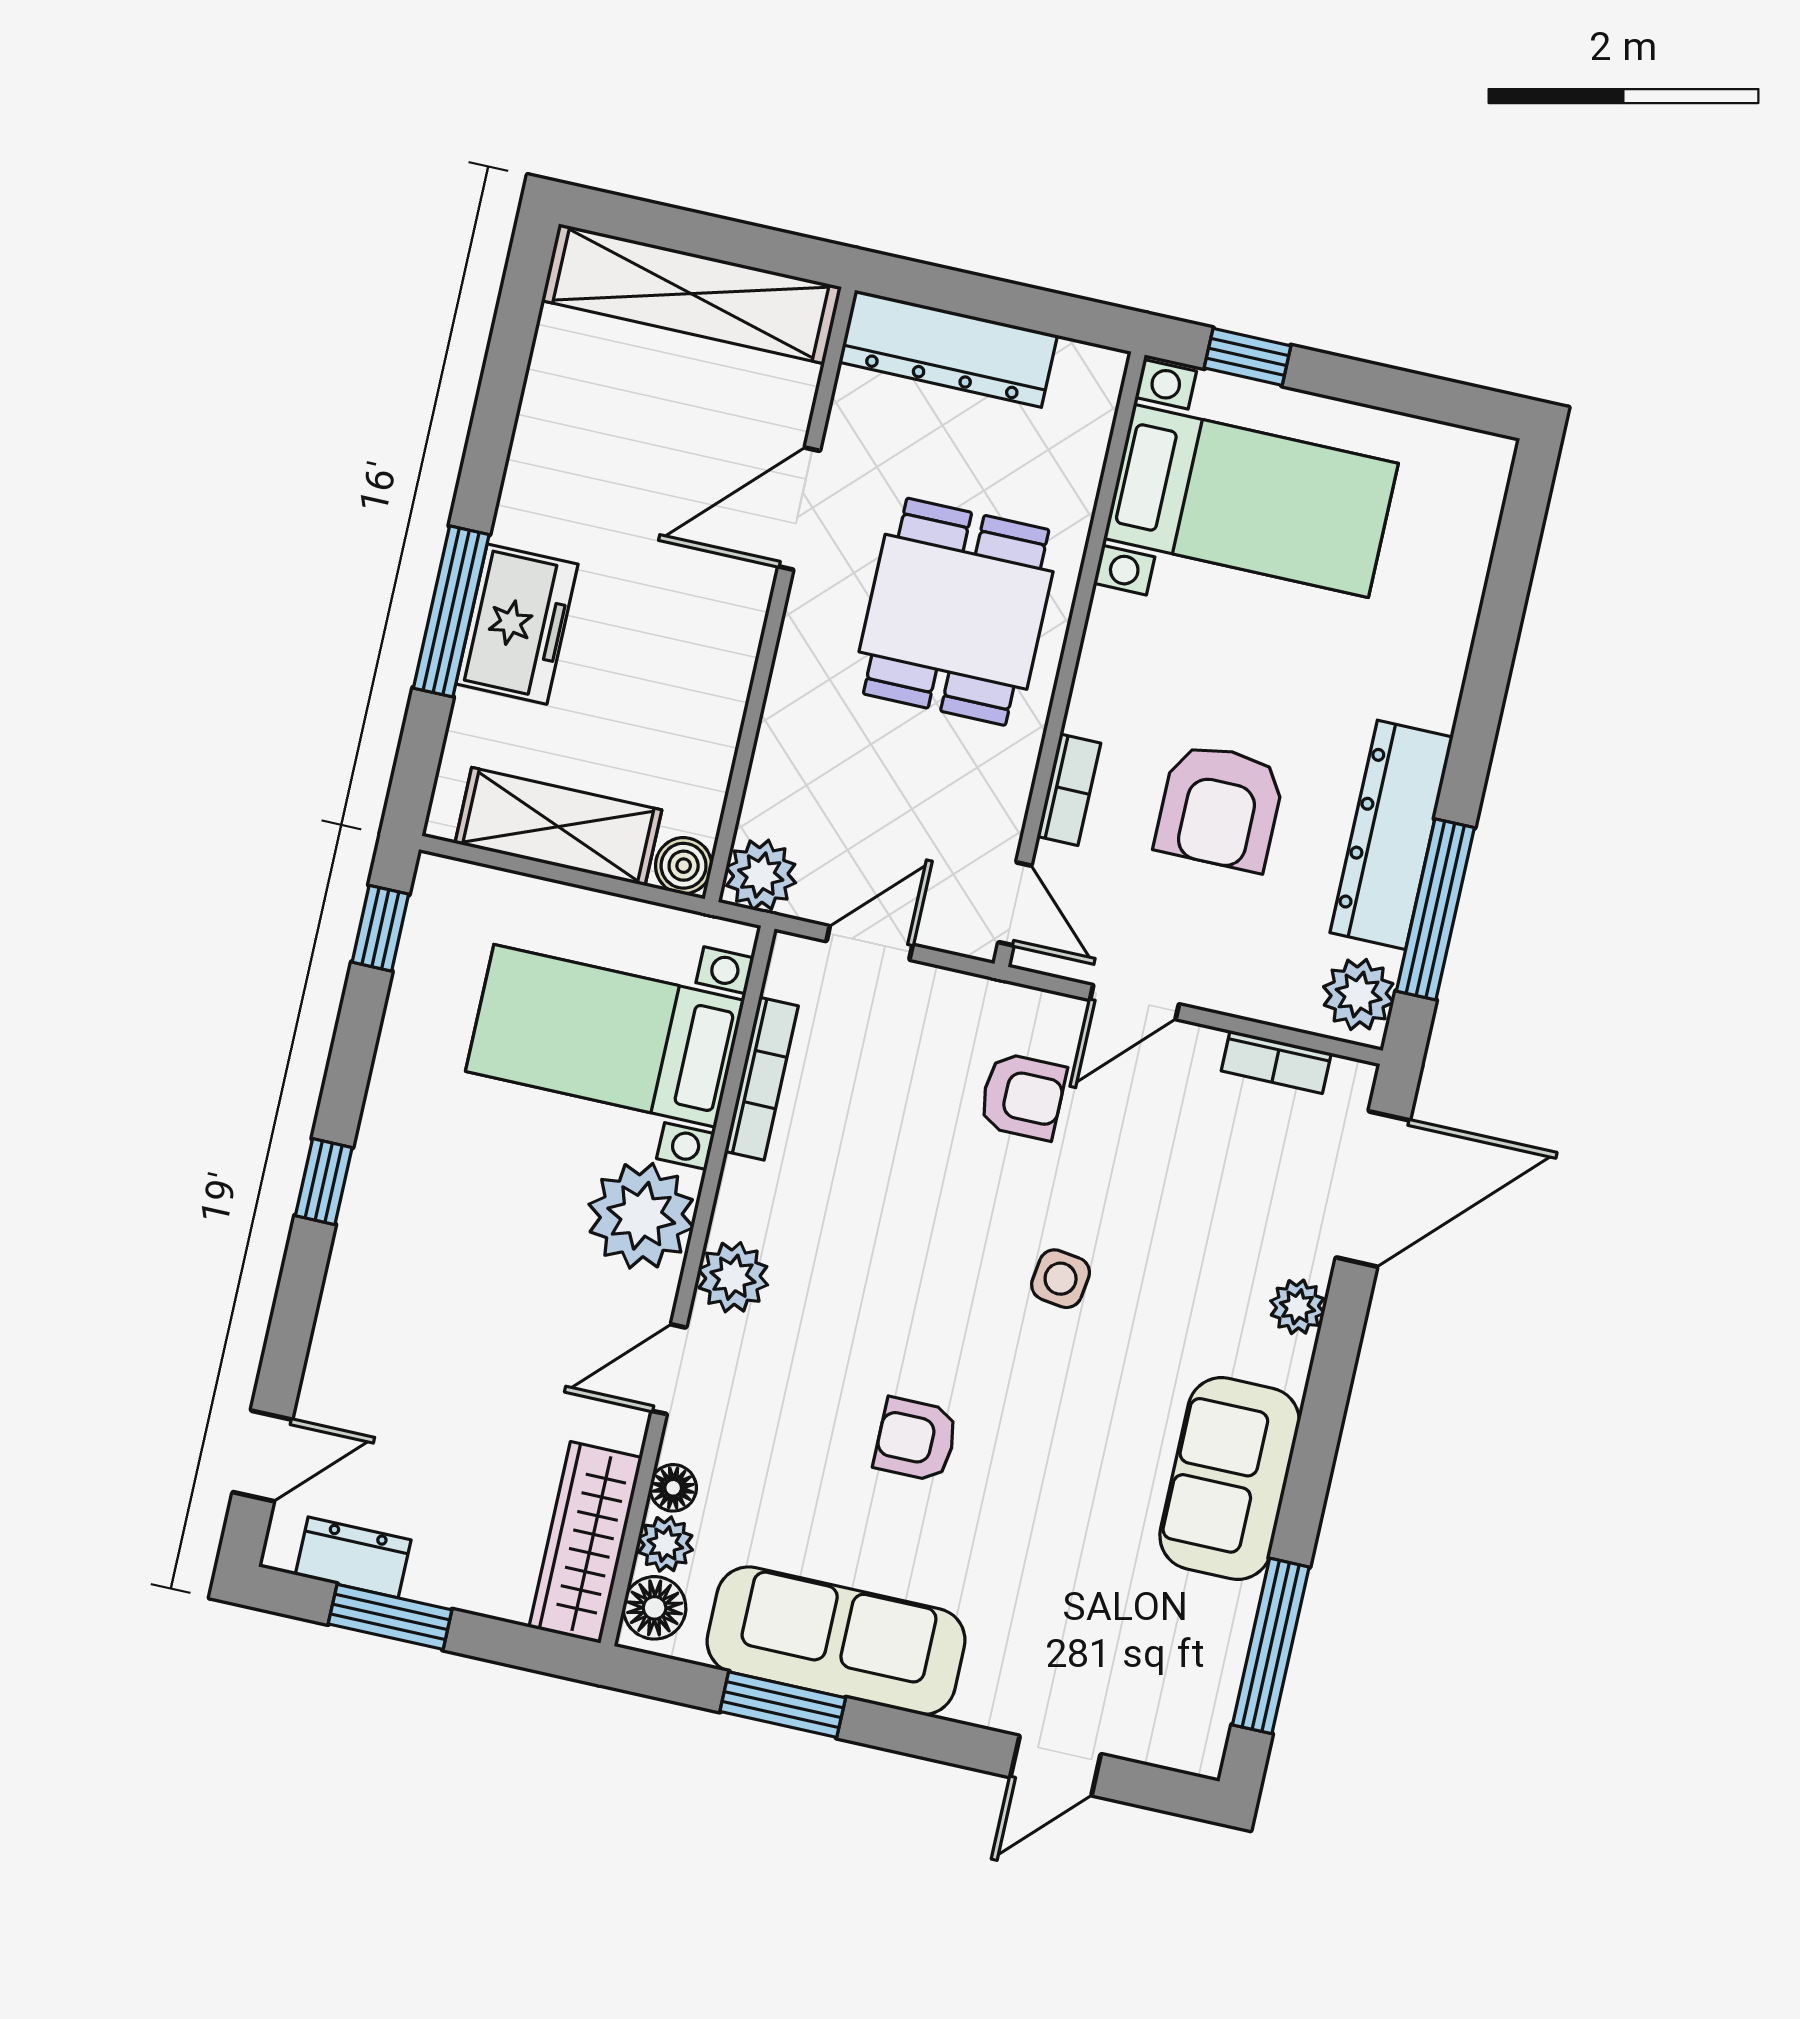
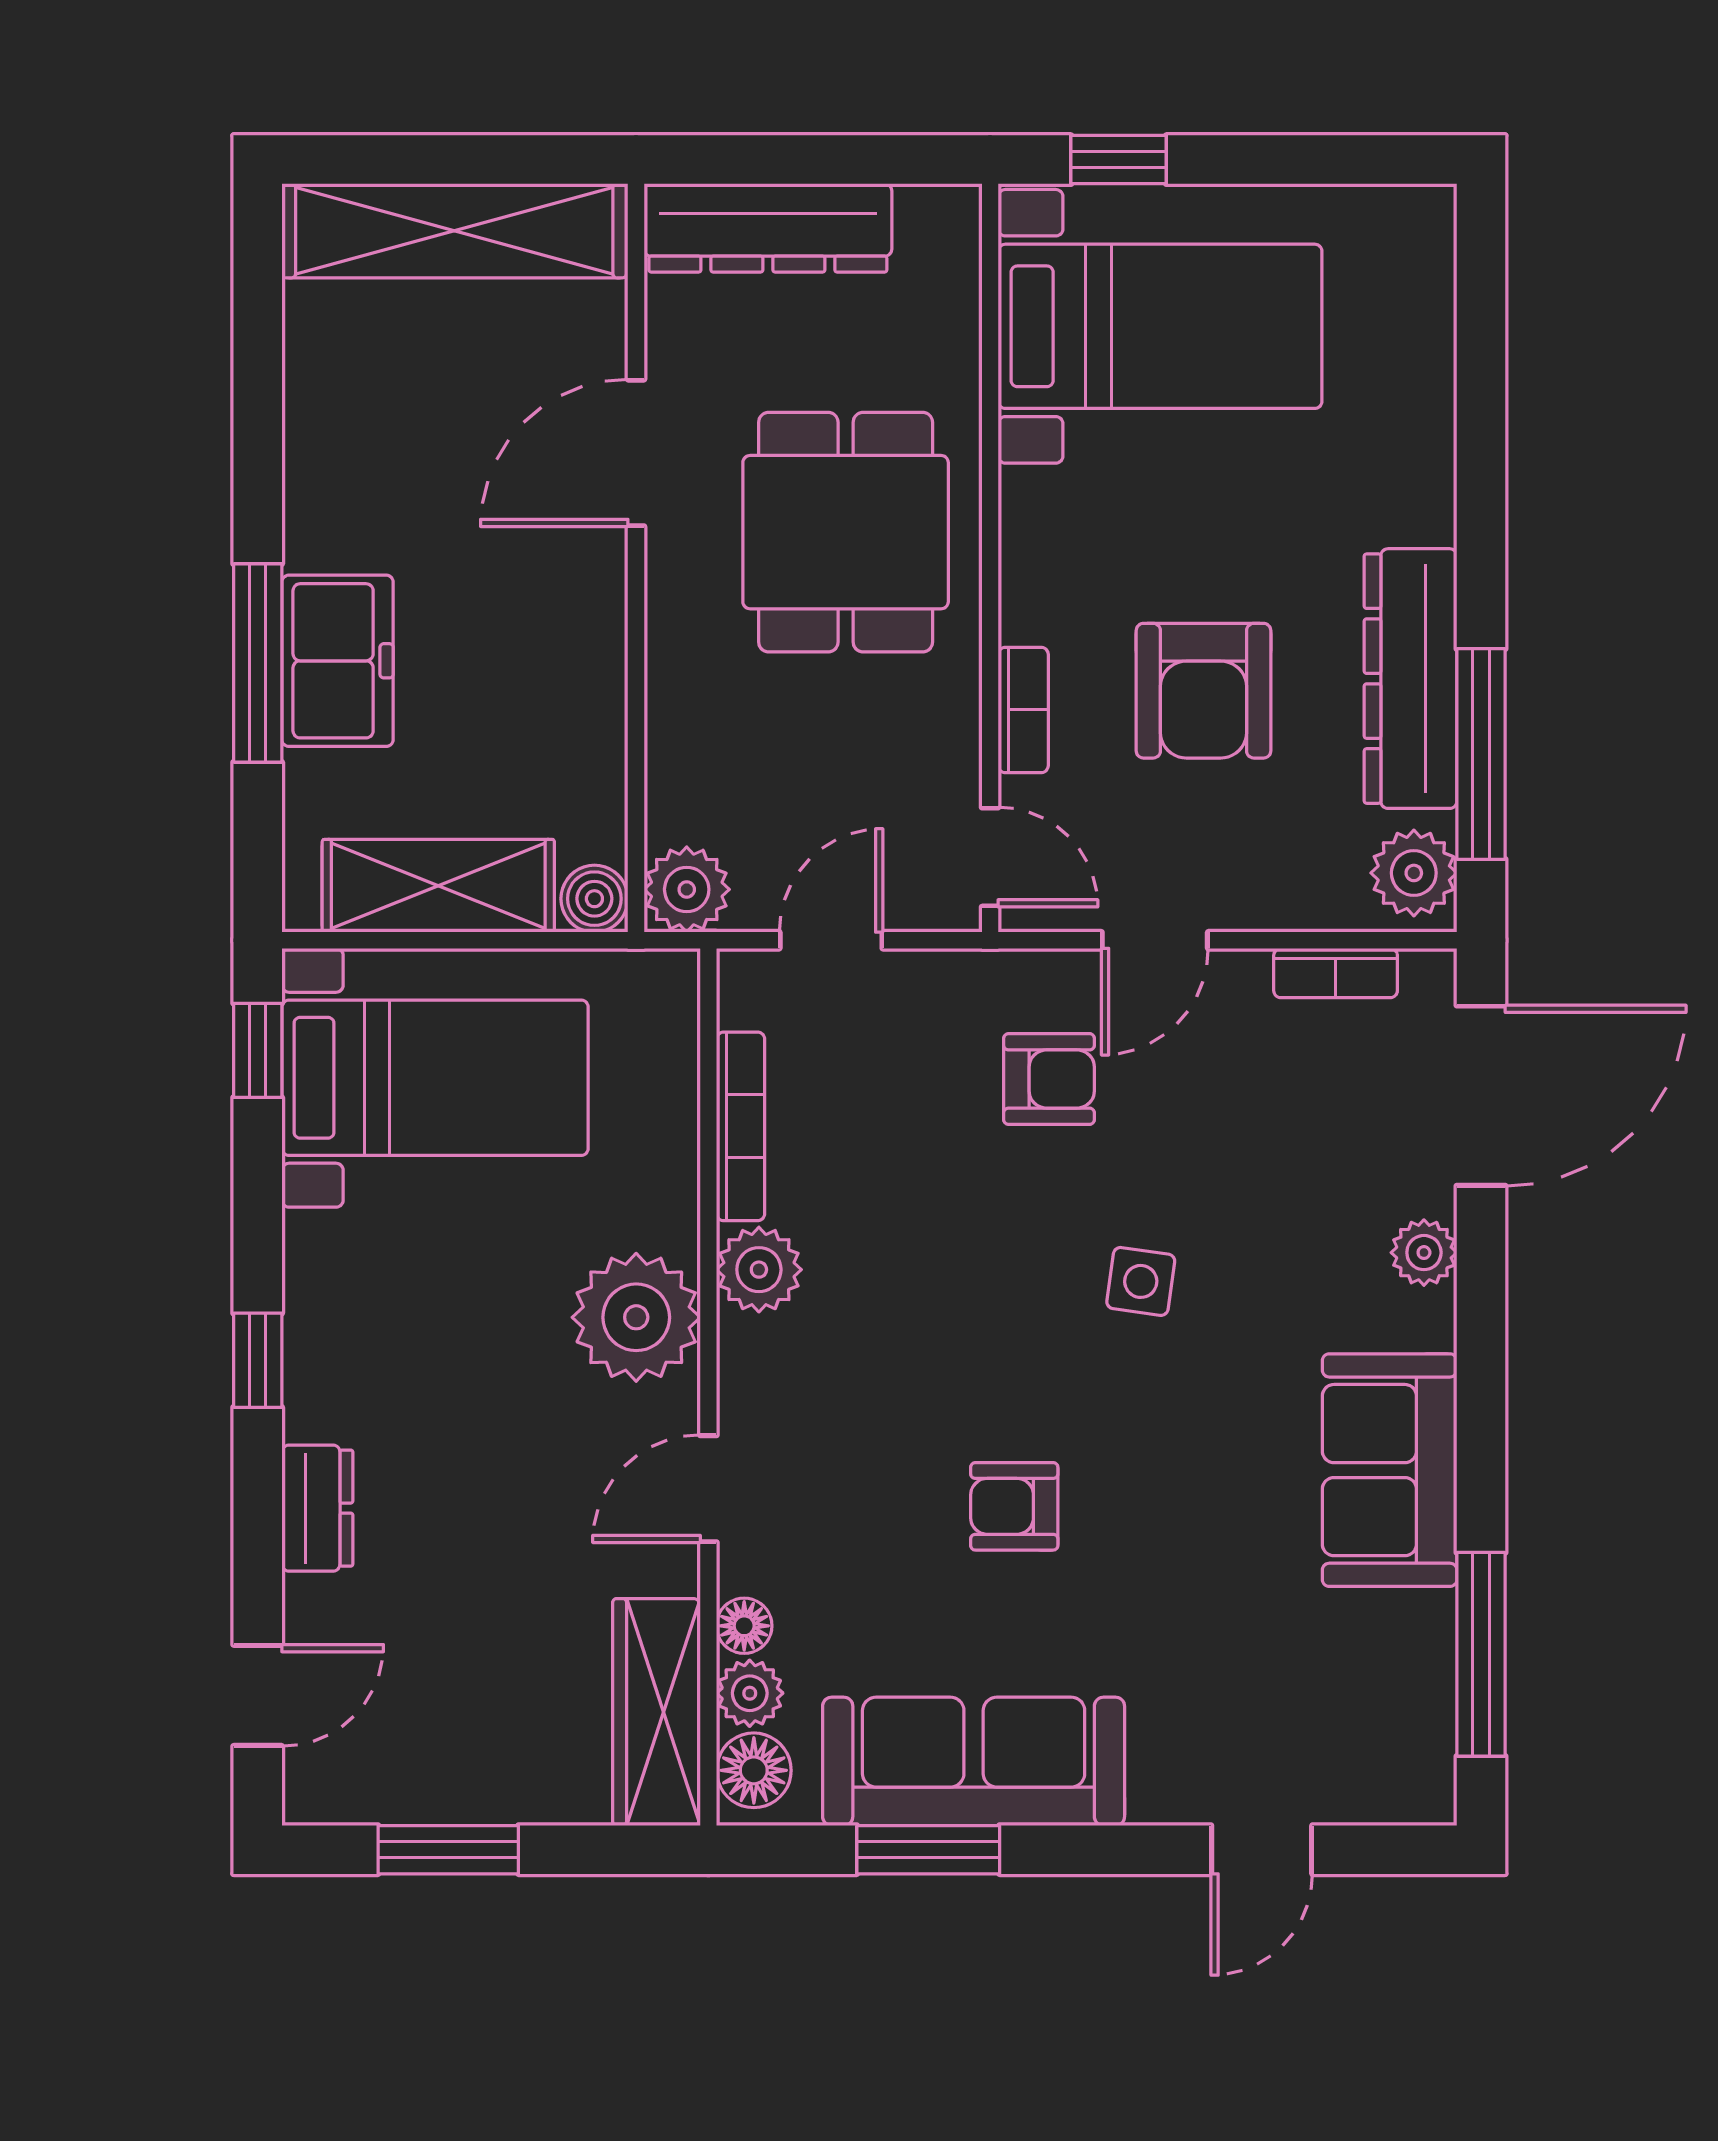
bed with nightstands: (605, 1036) -> (435, 1078), moved, turned 180
plant: (733, 1277) -> (759, 1270), moved
dresser: (353, 1557) -> (317, 1508), moved, turned 90

